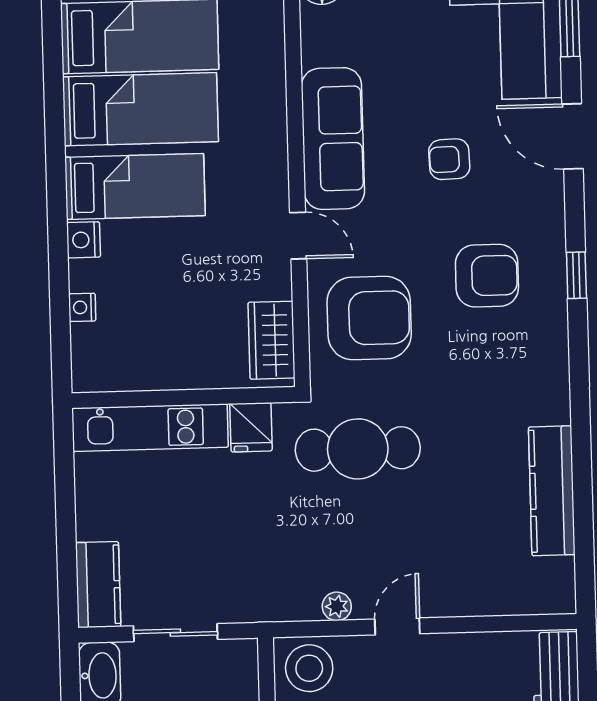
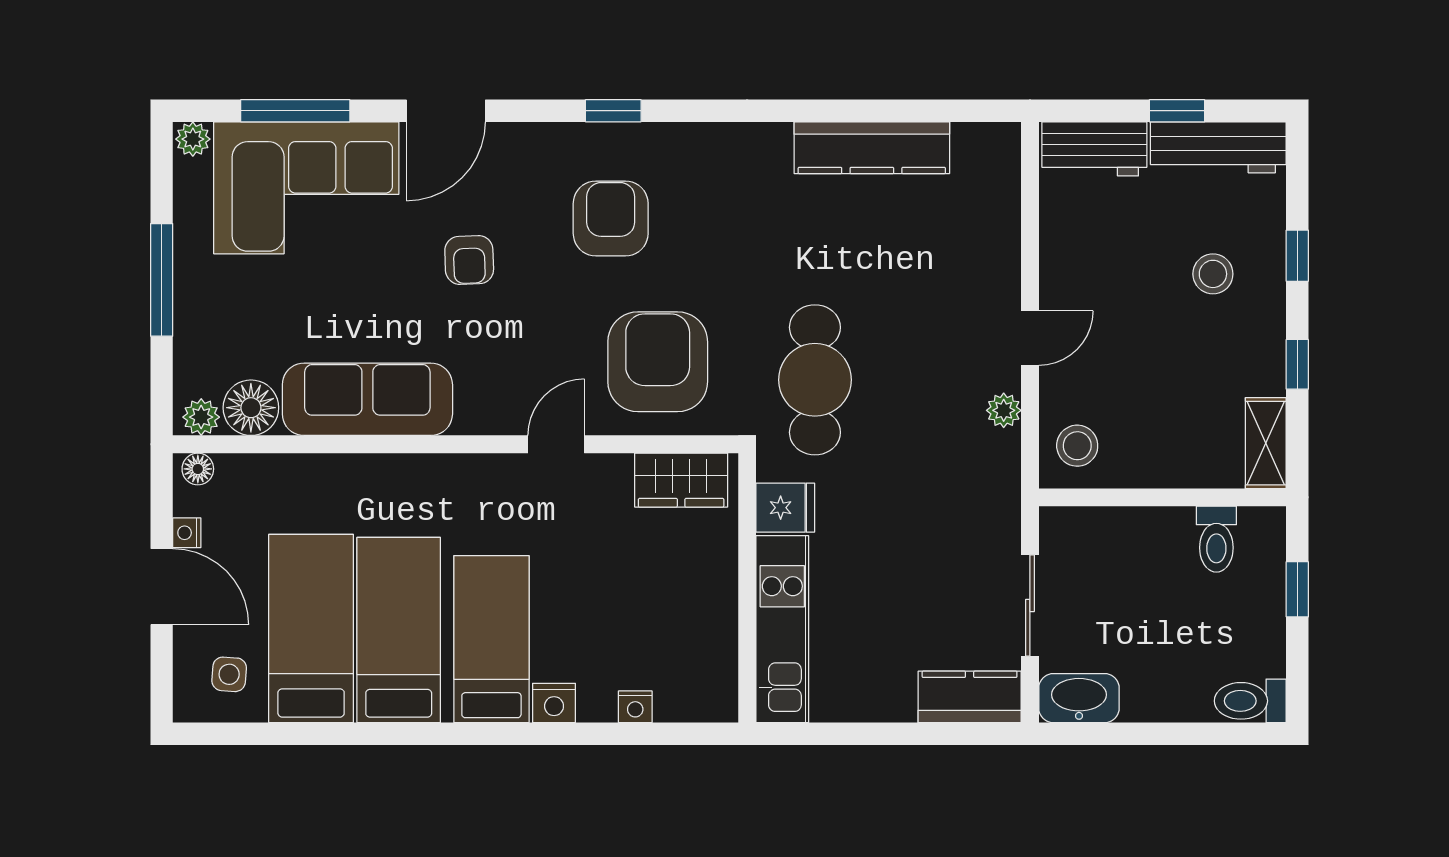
sofa: (333, 139) -> (367, 399), moved
door: (397, 626) -> (1030, 338), swing flipped
stool: (309, 668) -> (1077, 446), width x0.73, depth x0.73

